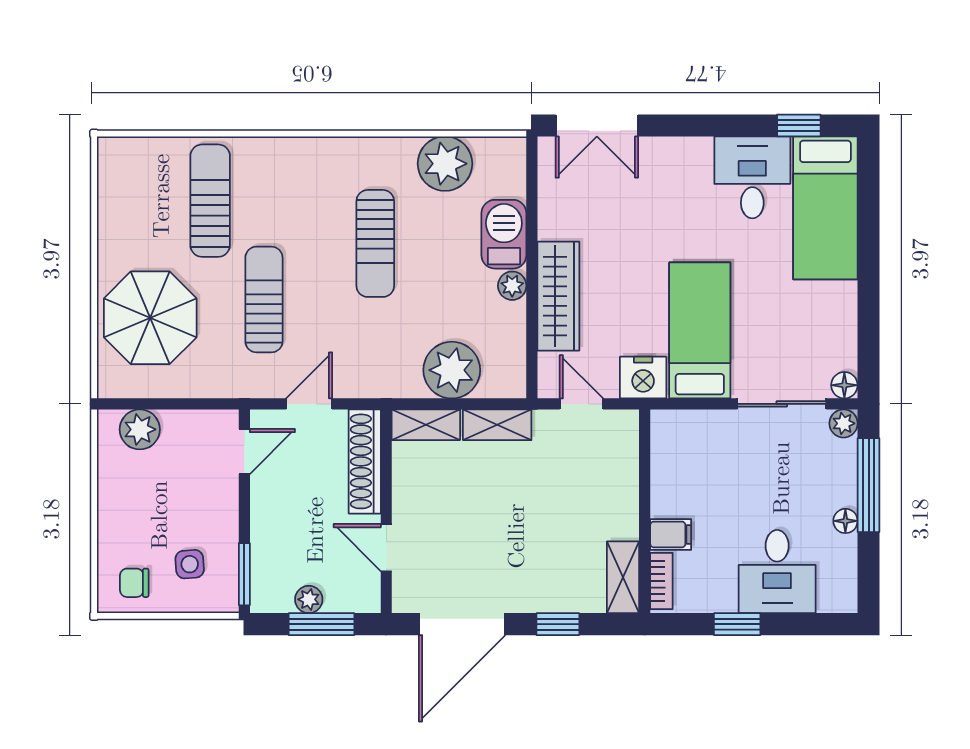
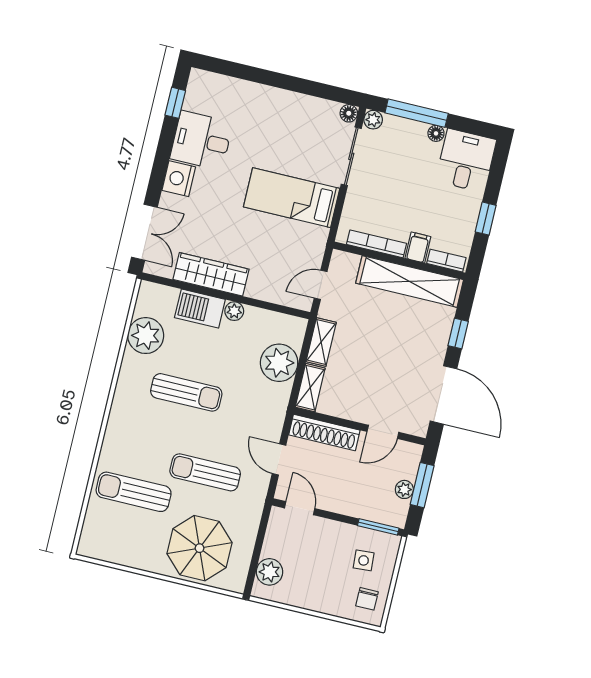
bed: (825, 208) -> (232, 98), removed
wardrobe: (558, 296) -> (211, 274), moved
nightstand: (643, 378) -> (179, 179), moved, turned 180
bookcase: (661, 472) -> (376, 244), added
desk: (777, 572) -> (466, 160), moved, turned -90
shelving: (623, 577) -> (410, 281), width x2.20, depth x1.33

